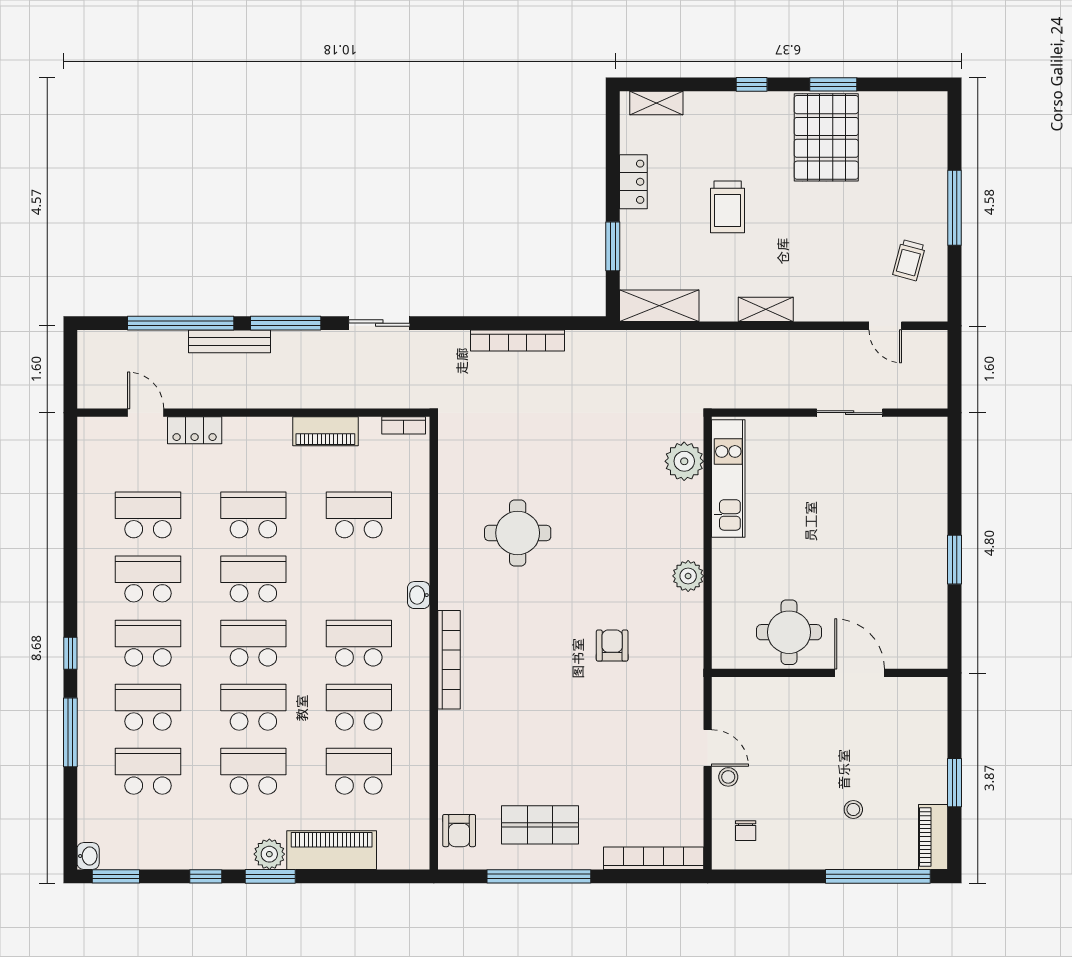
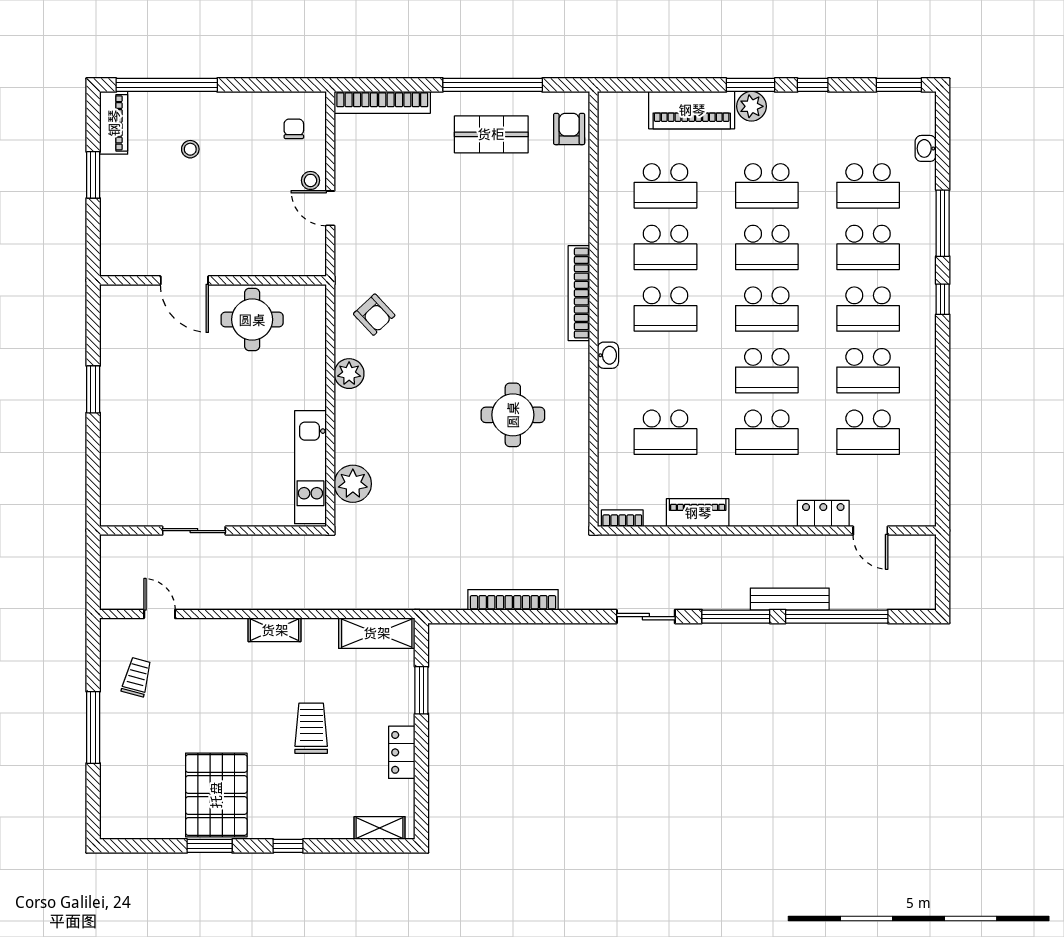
armchair: (612, 646) -> (374, 315), moved, turned -43
washbasin: (88, 856) -> (926, 148), moved

